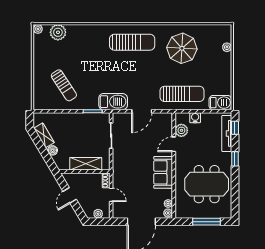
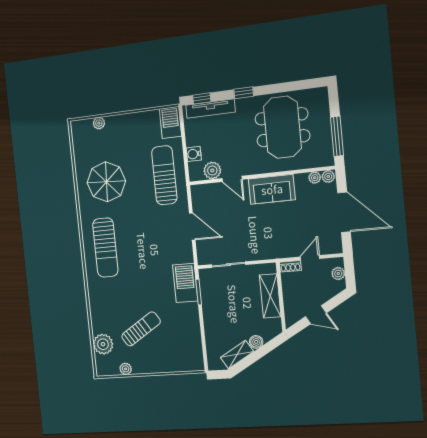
plant: (38, 29) -> (126, 369), moved
sun lounger: (132, 42) -> (105, 248), turned 180
sun lounger: (64, 85) -> (141, 329), moved
barbecue: (113, 102) -> (185, 283), moved
window: (207, 222) -> (337, 136), moved

